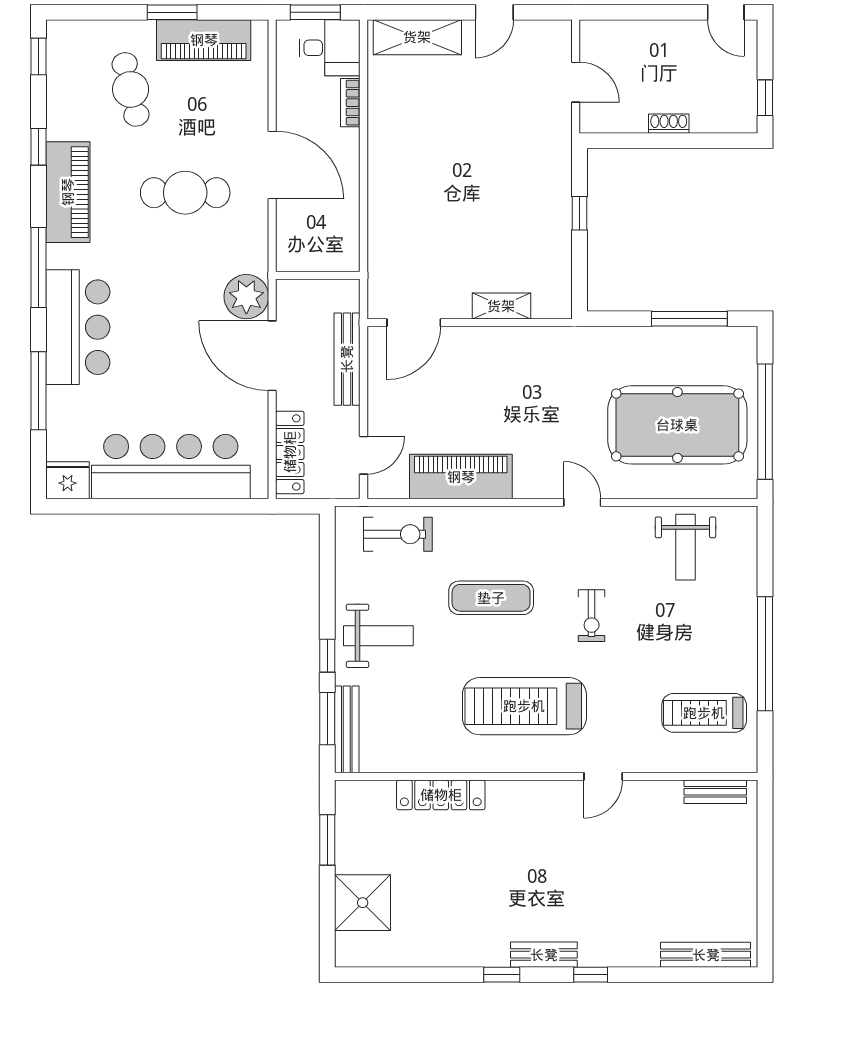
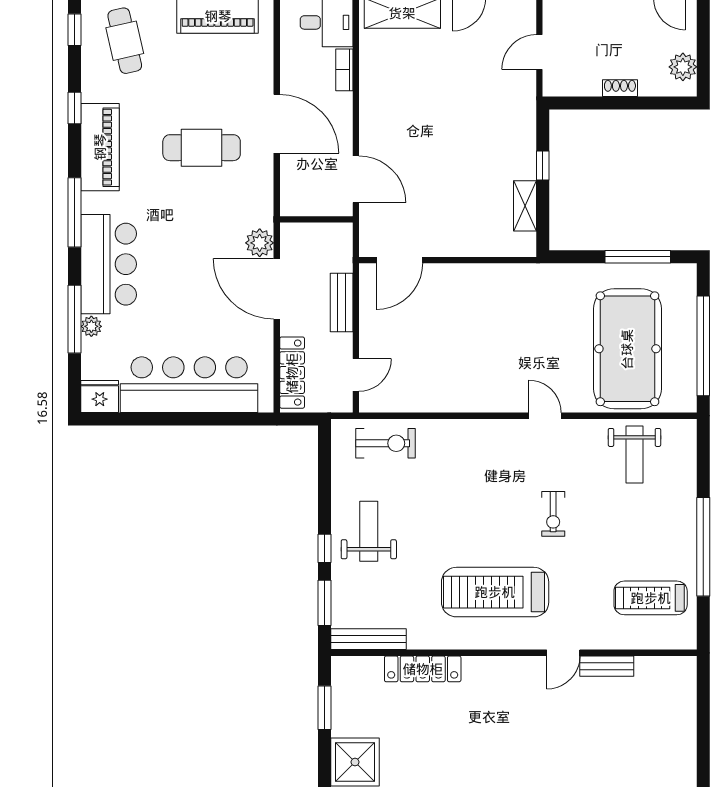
door: (576, 82) -> (539, 52), swing flipped
cafe table: (131, 89) -> (125, 41), moved
window: (765, 98) -> (703, 66), removed
plant: (741, 99) -> (683, 67), added
door: (363, 229) -> (356, 179), added
plant: (246, 297) -> (260, 243), width x0.73, depth x0.73
shelving: (501, 306) -> (525, 206), moved, turned 90
bench: (347, 359) -> (342, 302), width x0.73
plant: (58, 399) -> (91, 326), added
pool table: (677, 425) -> (627, 349), turned 90
piano: (461, 477) -> (440, 393), removed
exercise mat: (491, 598) -> (466, 498), removed
weight bench: (378, 636) -> (369, 531), turned -90
bench: (347, 729) -> (368, 639), moved, turned 90
bench: (715, 792) -> (607, 666), moved

